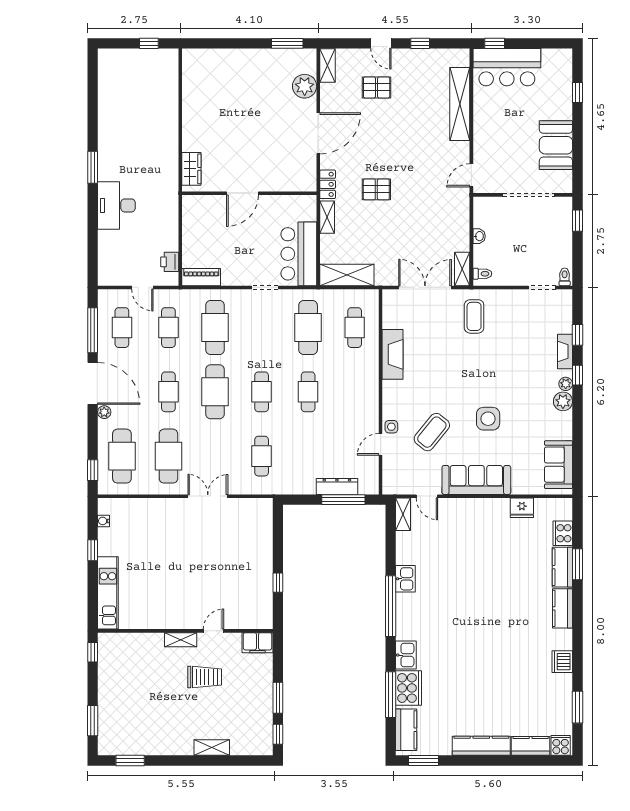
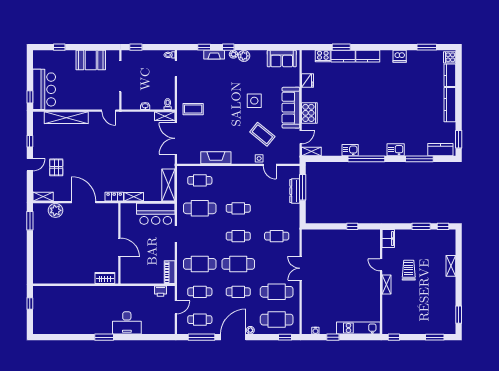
pallet: (376, 189) -> (117, 167), removed
cooker: (409, 688) -> (309, 113), moved, turned 90

